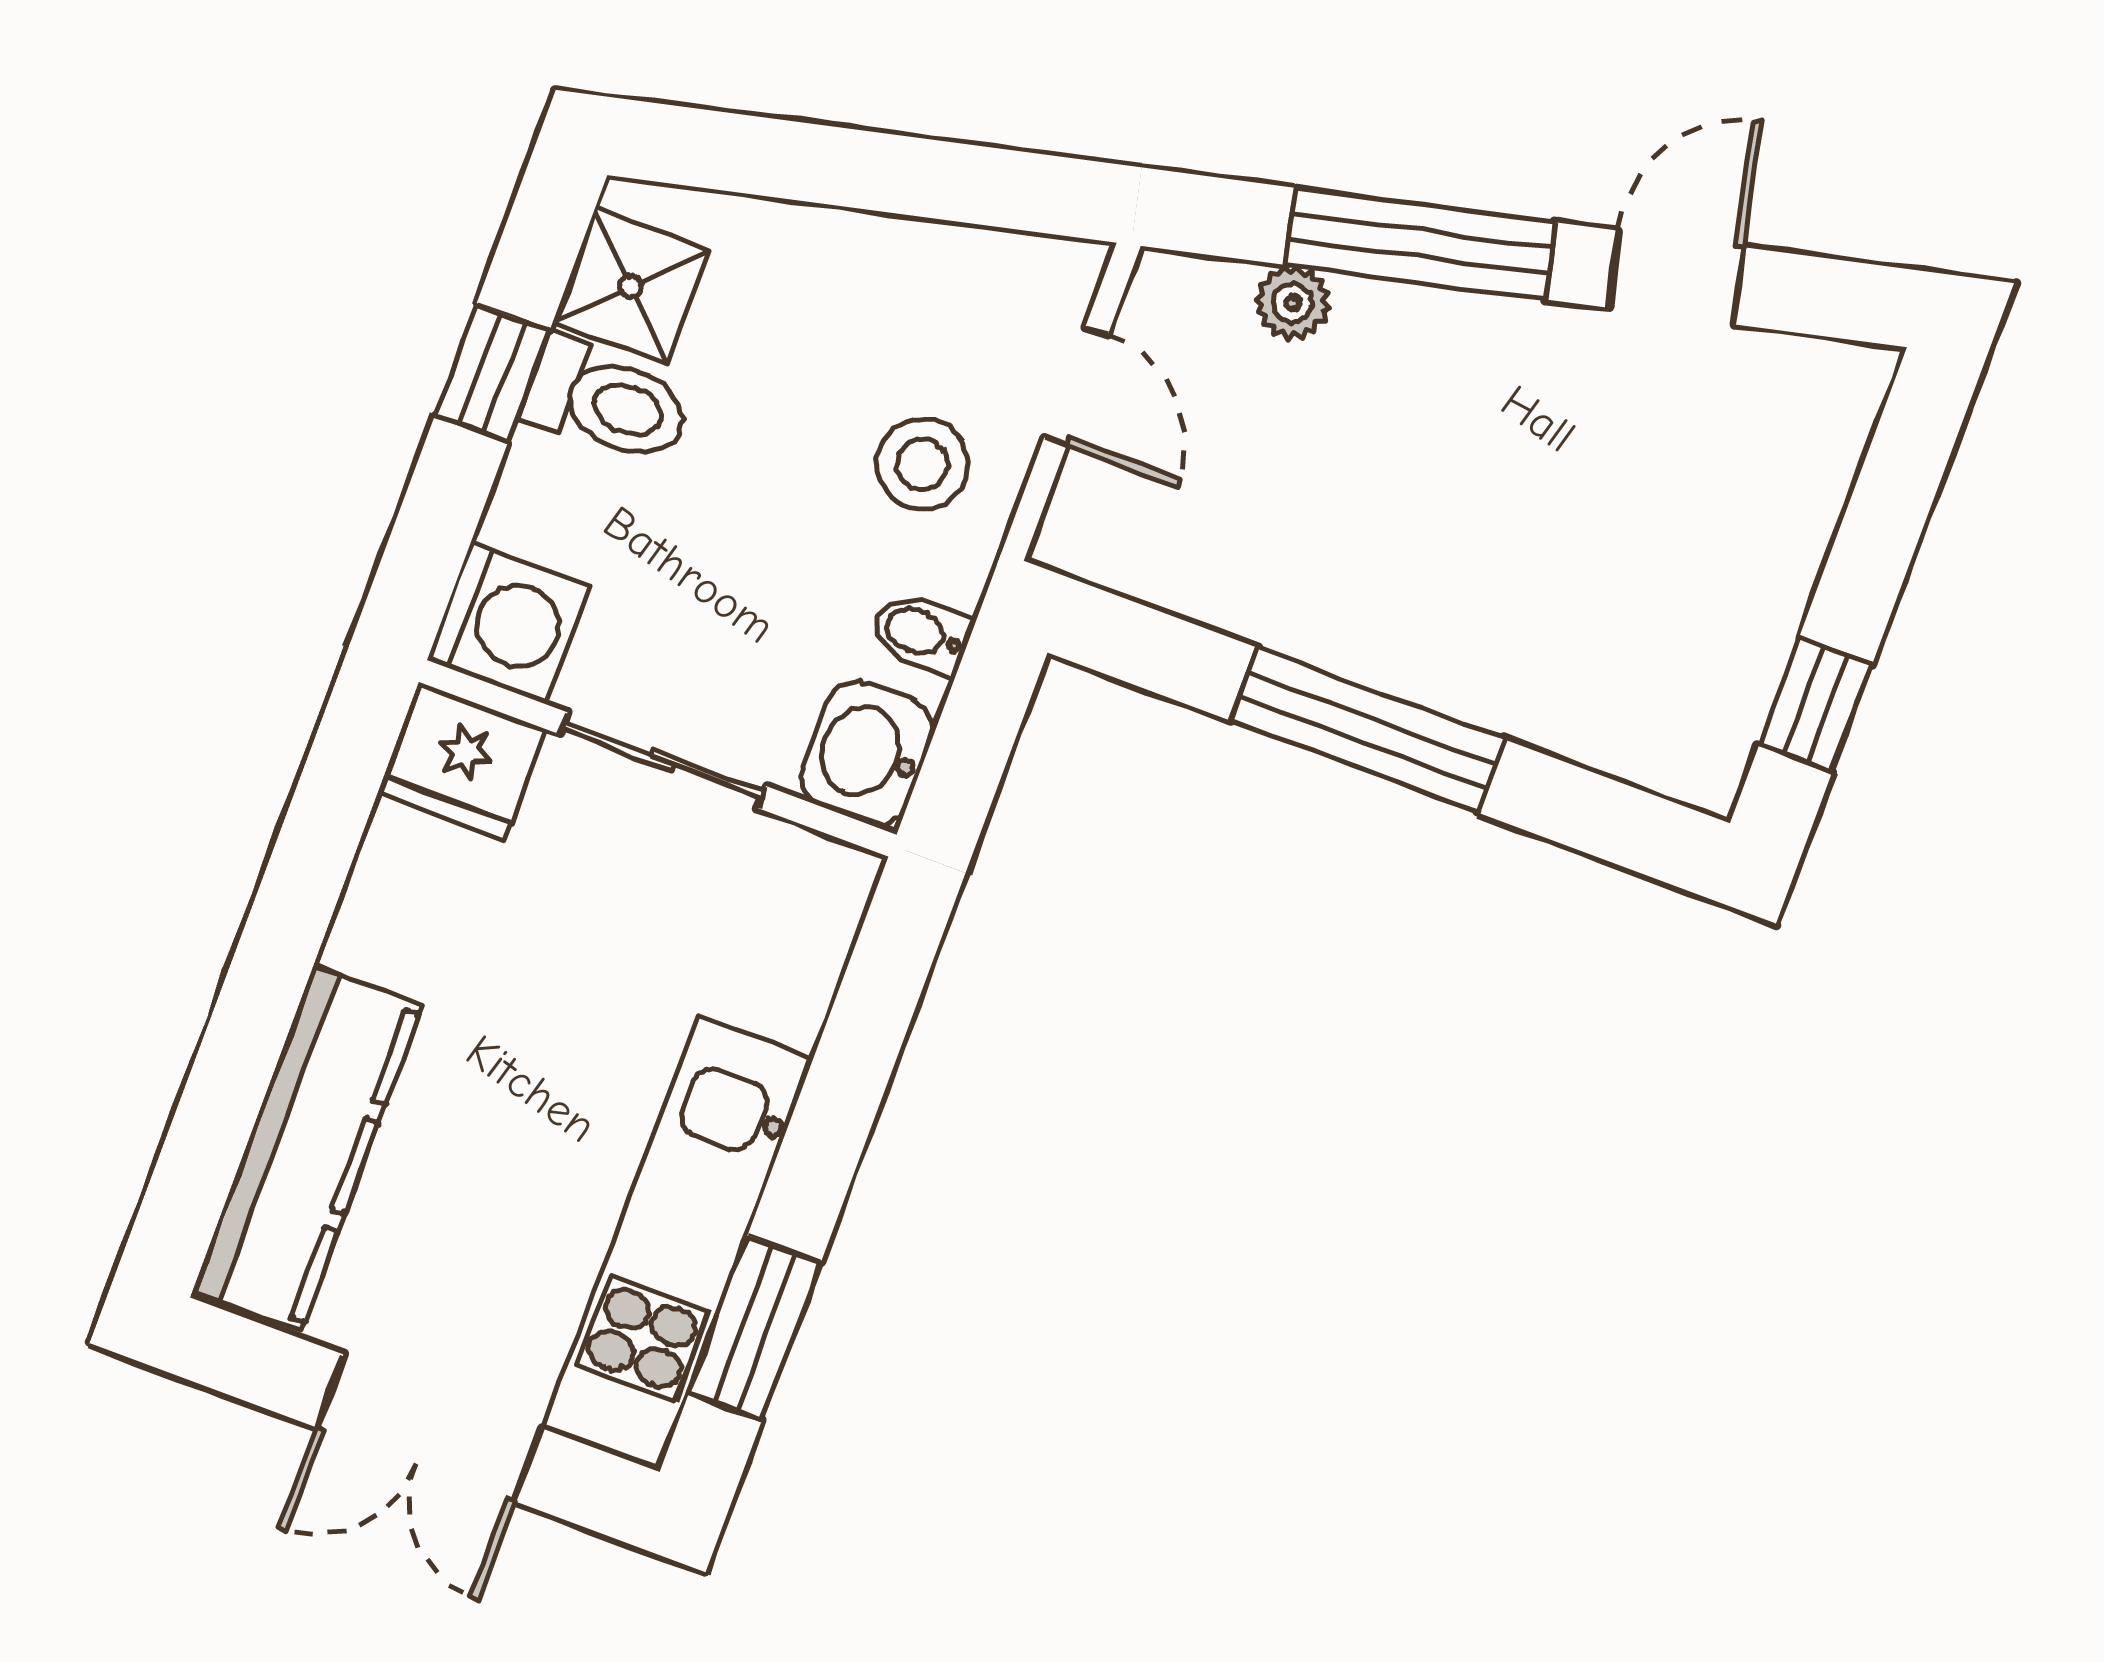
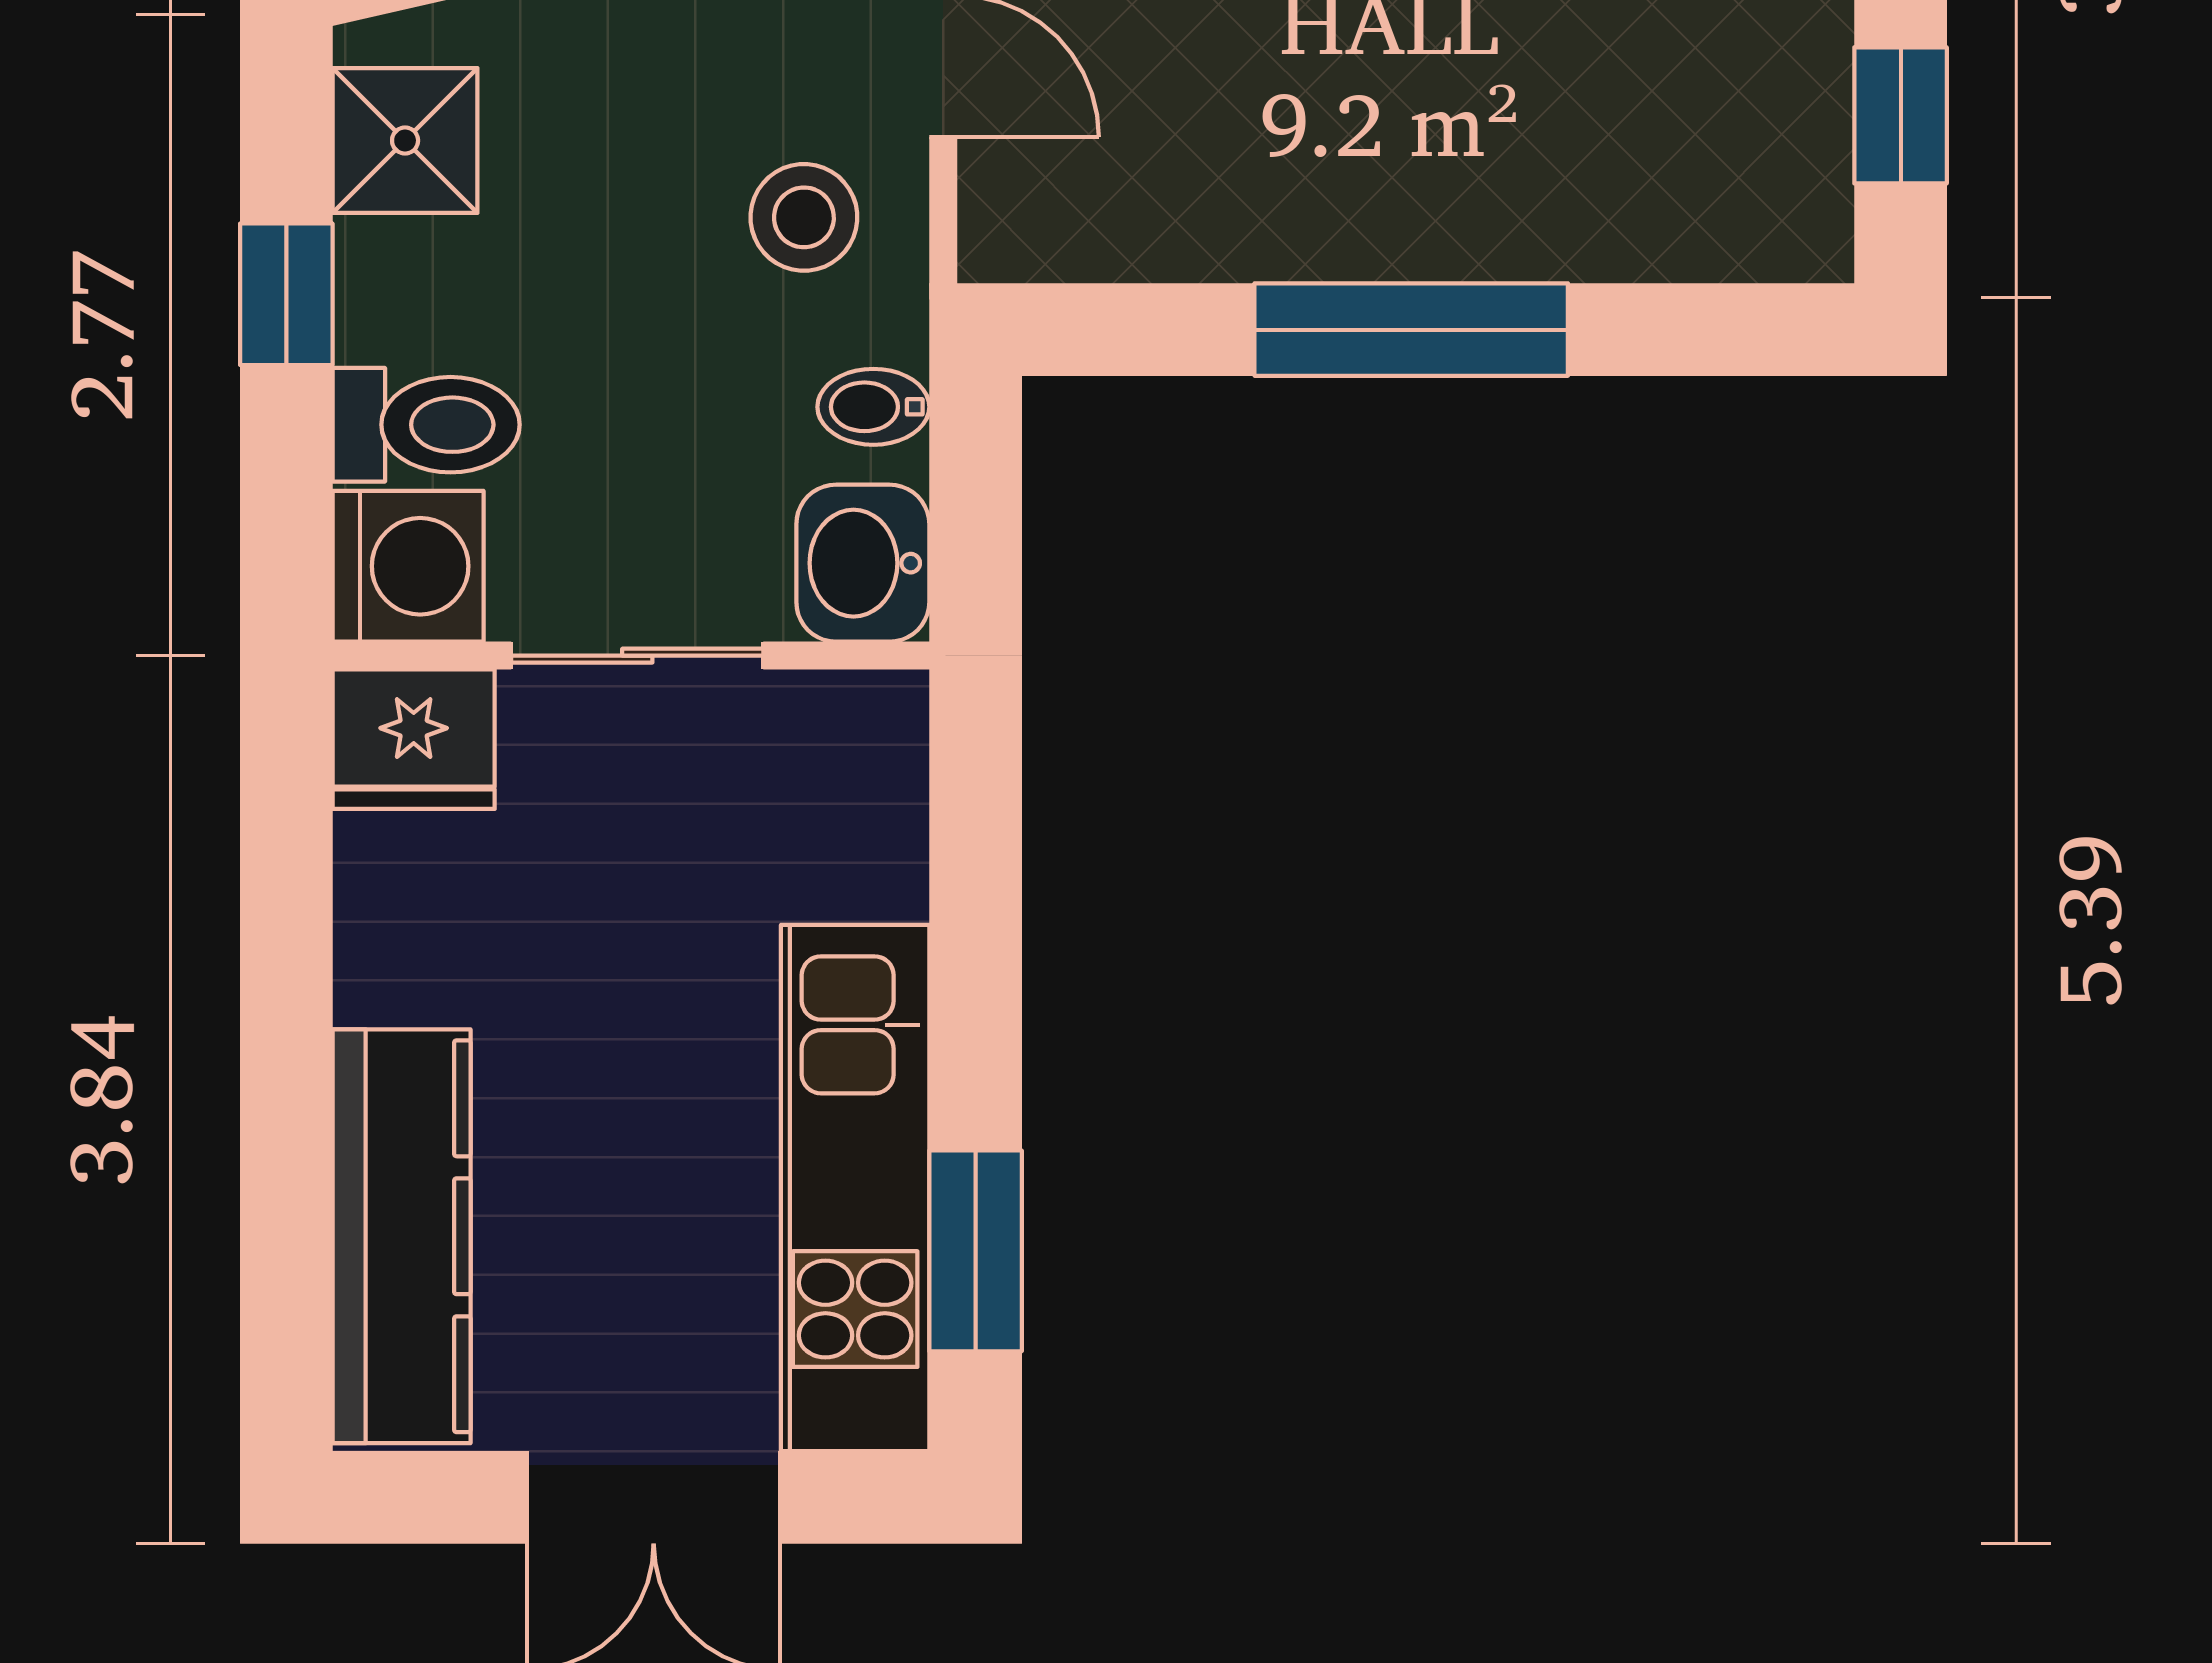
toilet: (607, 402) -> (426, 425), moved

